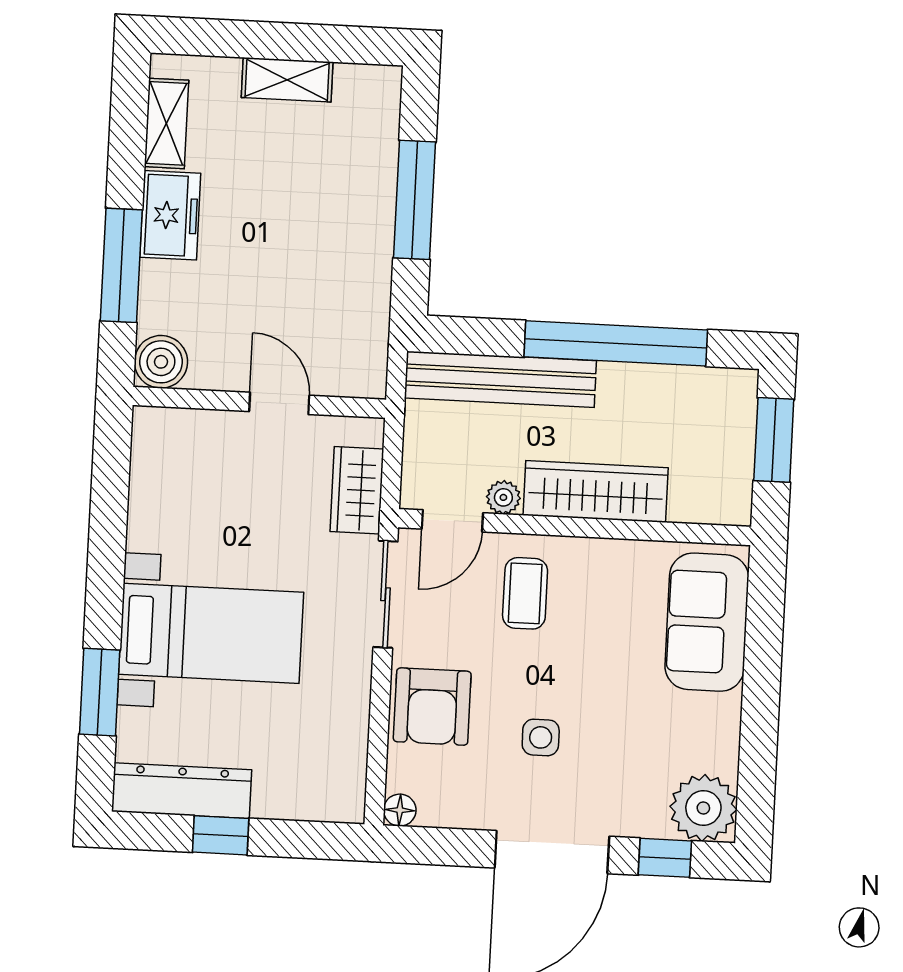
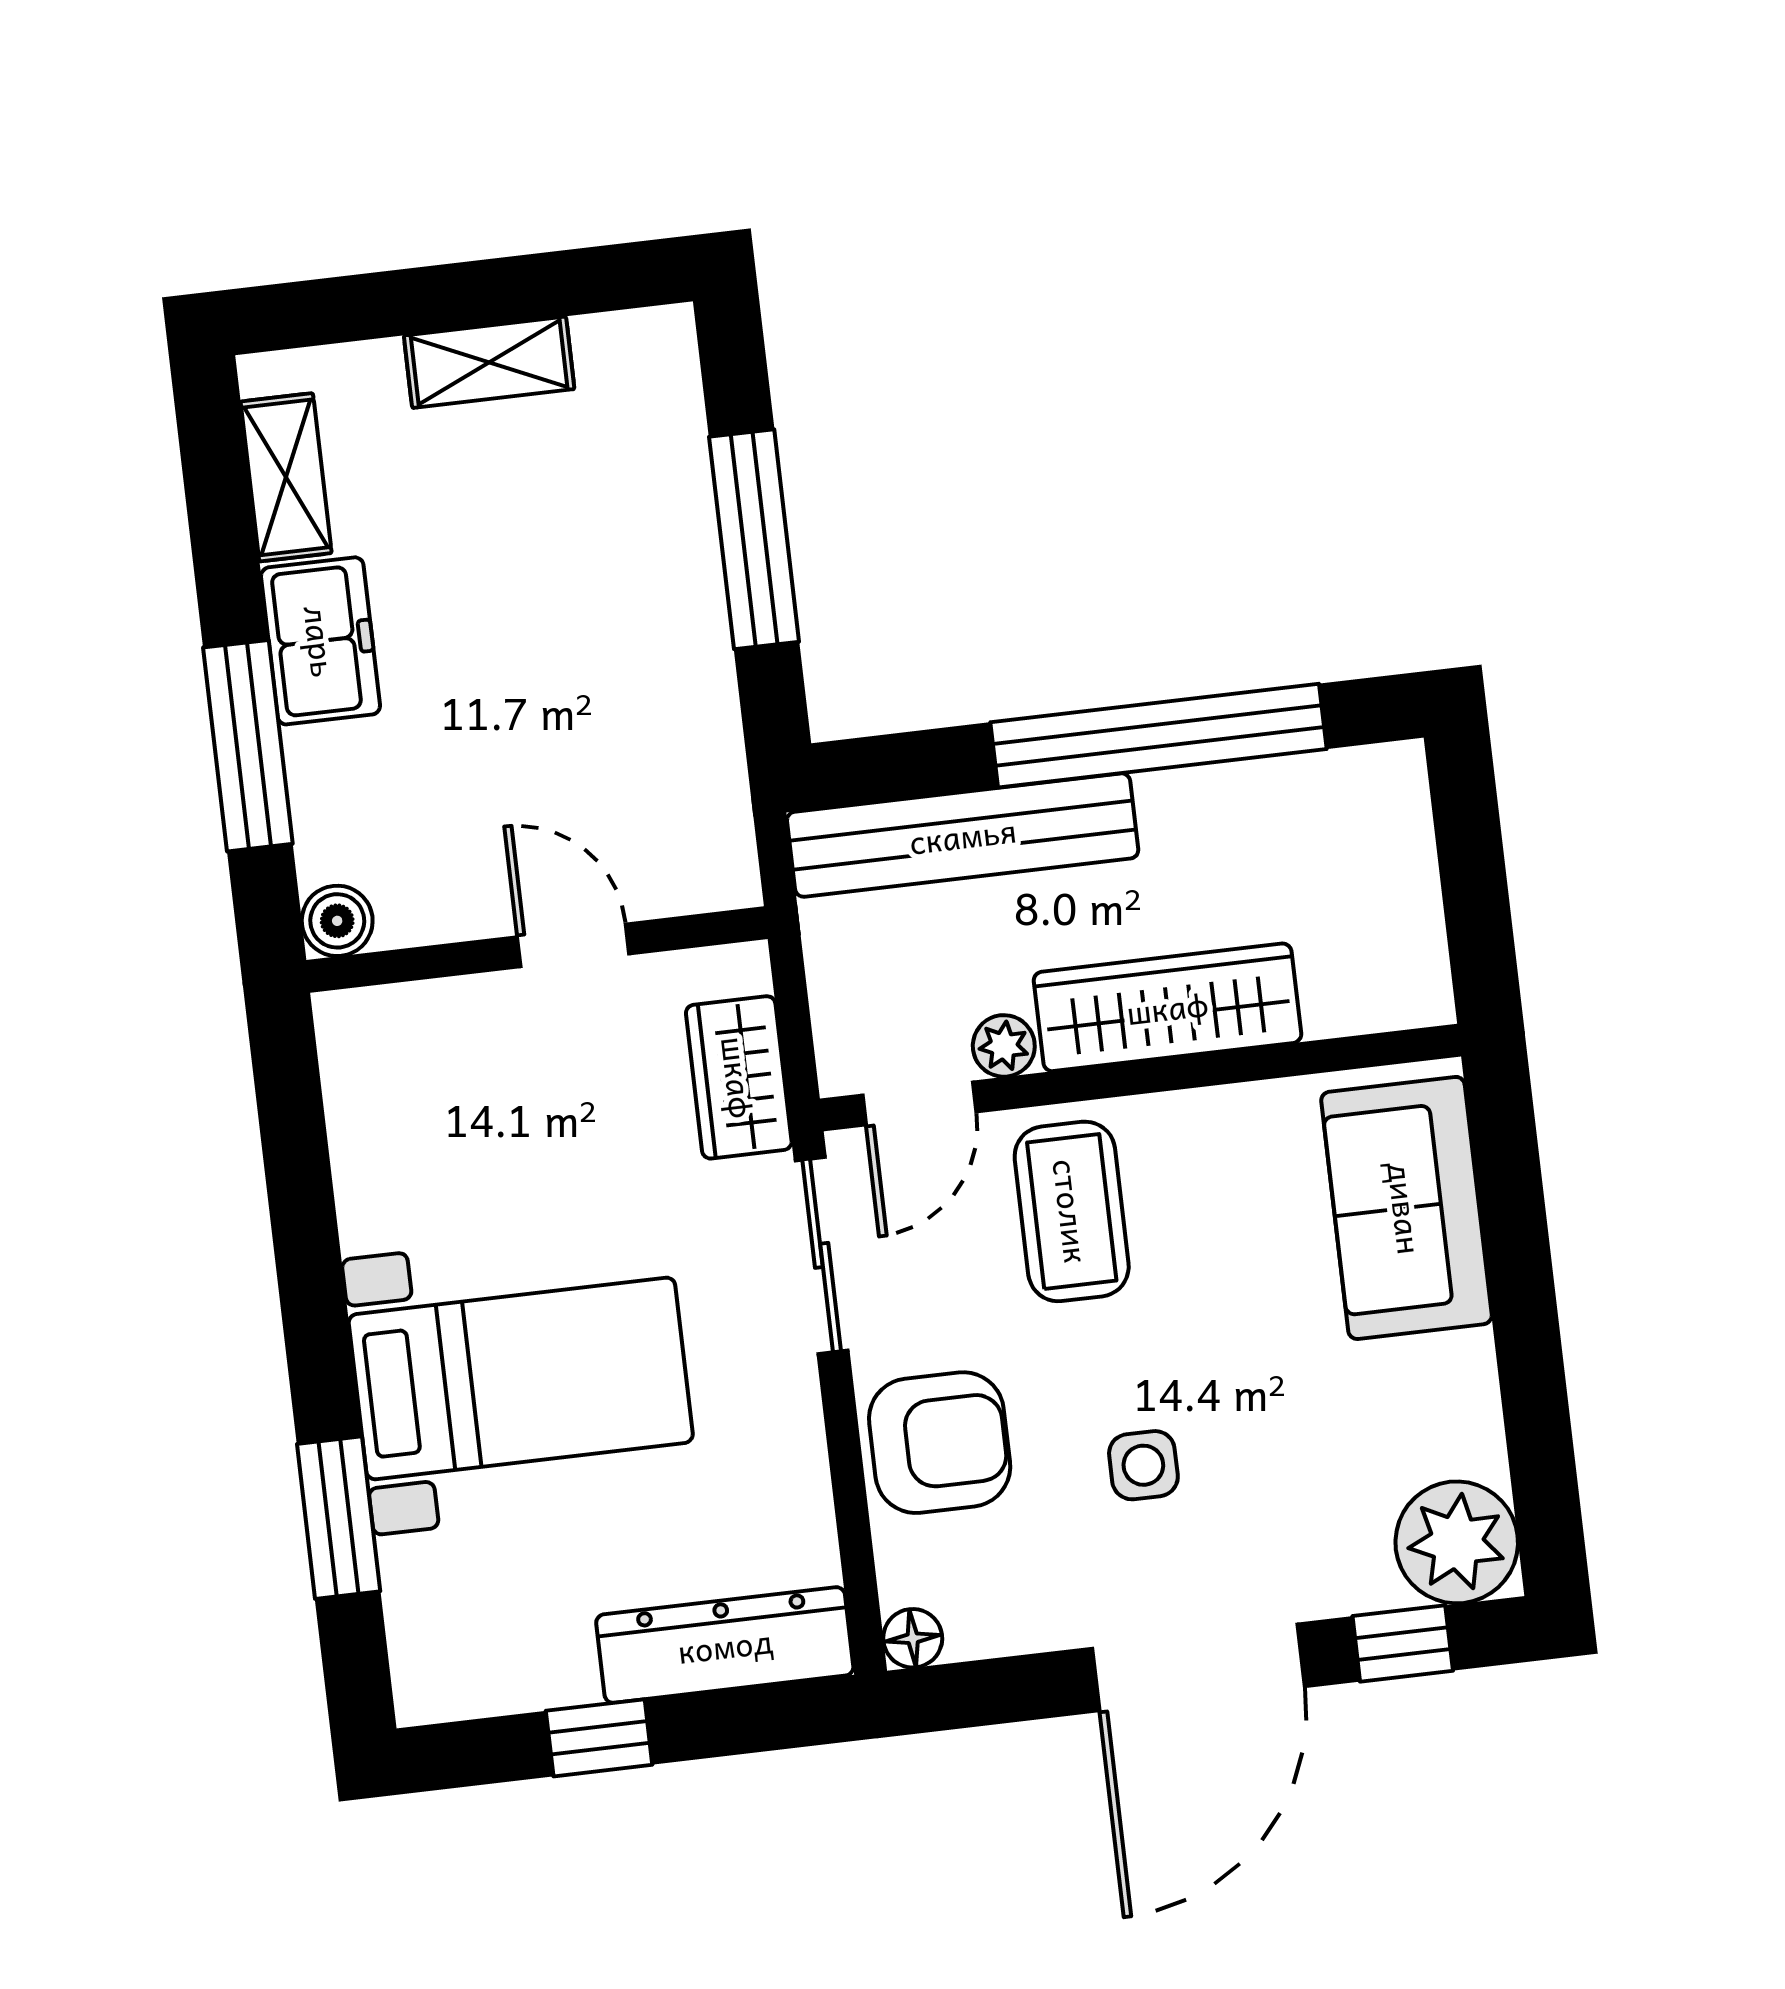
boiler: (161, 362) -> (337, 921), width x0.73, depth x0.73
window: (774, 440) -> (1471, 861), removed
coffee table: (525, 593) -> (1072, 1211), width x1.36, depth x1.30
armchair: (432, 707) -> (940, 1443), turned -90
dresser: (182, 791) -> (725, 1645), moved

